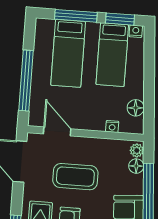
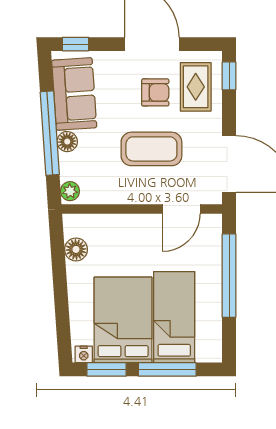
bed: (112, 55) -> (123, 320), width x1.50
nightstand: (112, 126) -> (106, 221), removed
door: (57, 131) -> (181, 209), hinge flipped
floor lamp: (136, 166) -> (67, 142), moved

